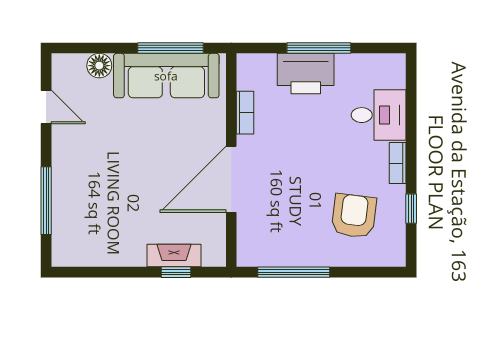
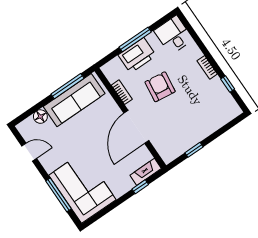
desk: (379, 115) -> (174, 35), moved, turned -90
corner sofa: (89, 214) -> (82, 187), added
armchair: (354, 216) -> (160, 87), moved
fireplace: (174, 255) -> (146, 172), moved
window: (294, 272) -> (194, 150), width x0.46

